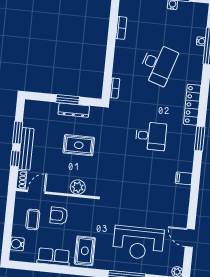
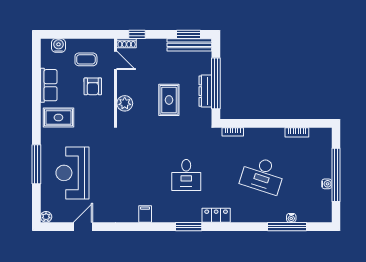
window: (68, 100) -> (216, 83), width x2.11
locker: (192, 105) -> (216, 215), width x0.66
window: (18, 133) -> (188, 34), moved
bench: (26, 149) -> (189, 45), moved
window: (15, 158) -> (137, 34), moved
armchair: (59, 216) -> (93, 86), turned 180

